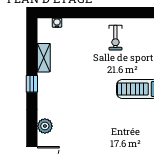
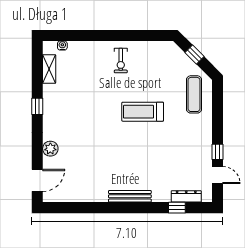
shelving: (44, 58) -> (49, 69), moved

